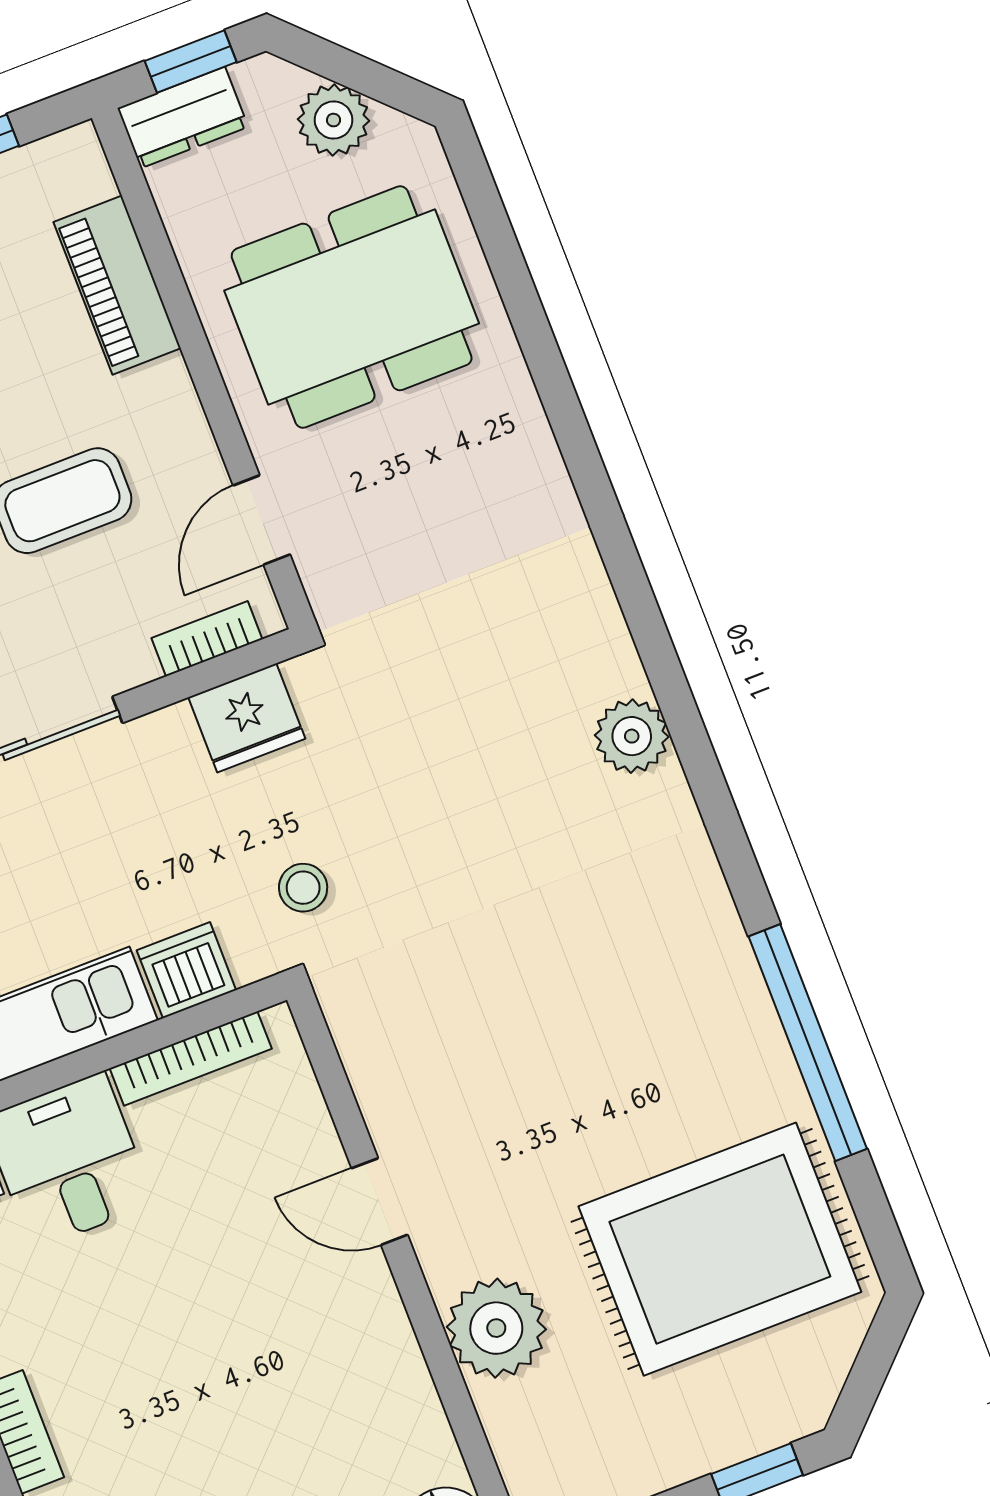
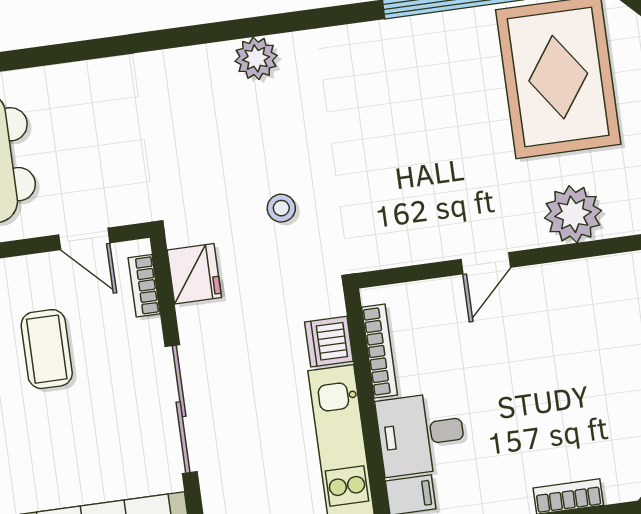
stool: (303, 888) -> (281, 208), moved

